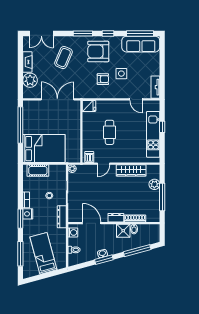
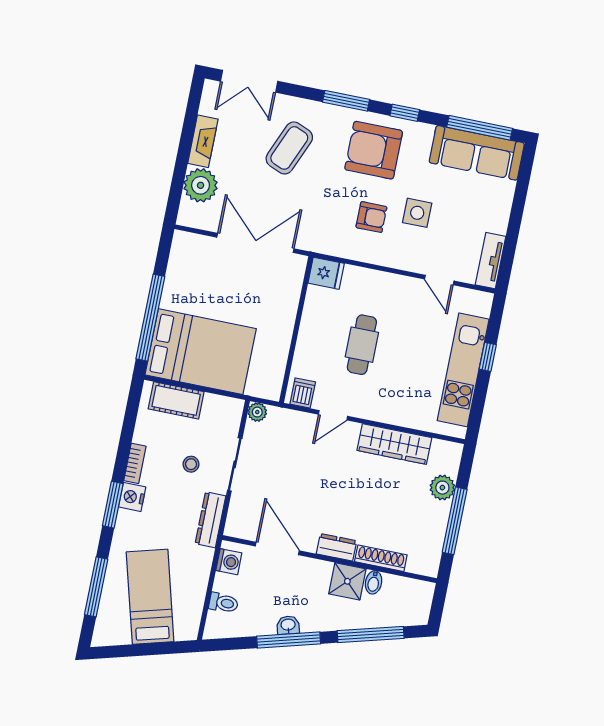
window: (20, 125) -> (150, 318), moved
window: (104, 260) -> (289, 640), width x1.44

